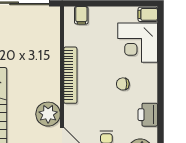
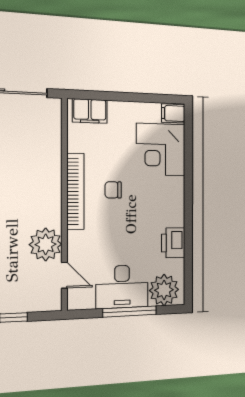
filing cabinet: (81, 15) -> (90, 111), width x2.00
chair: (123, 84) -> (113, 190), moved

